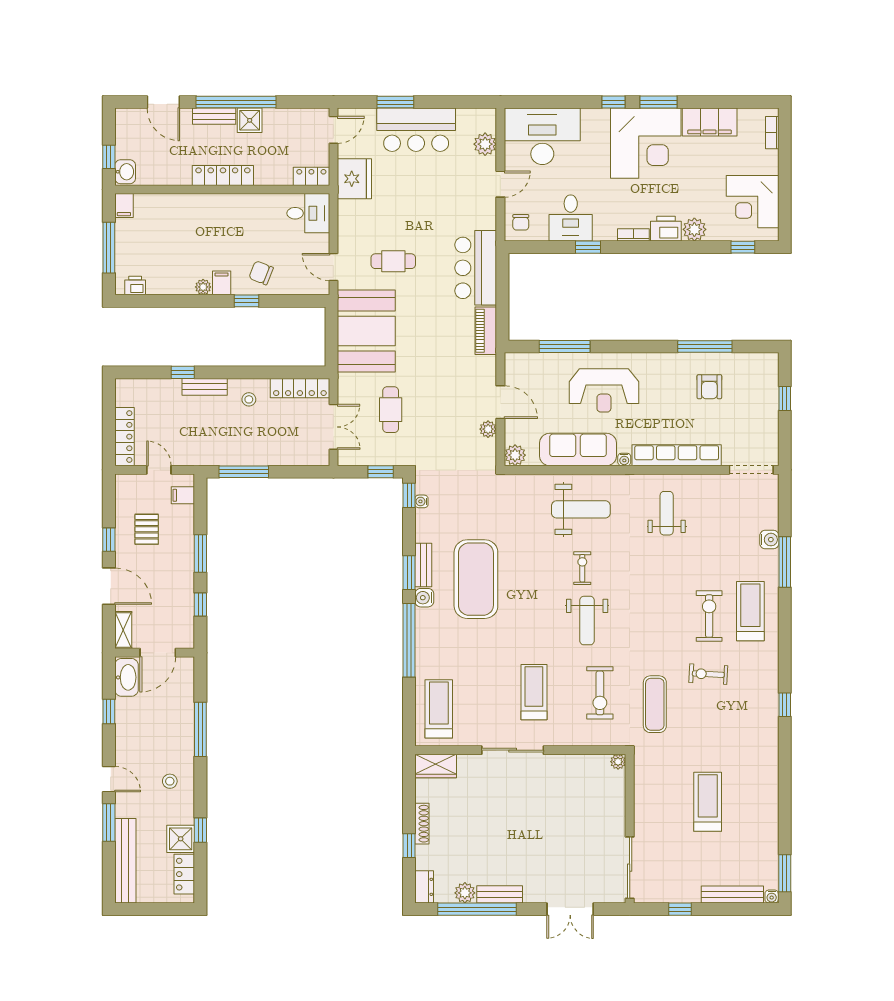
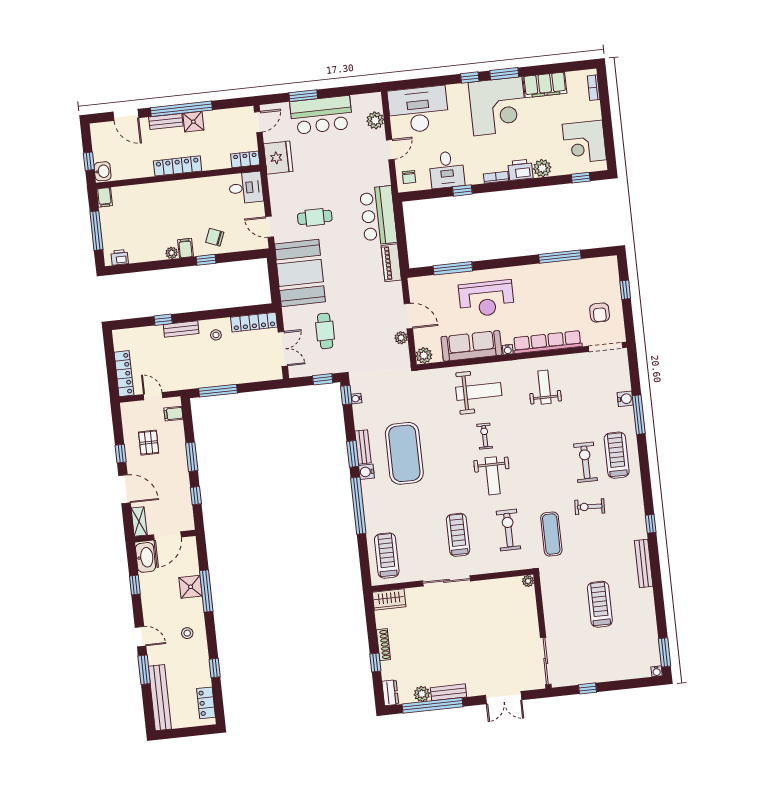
armchair: (709, 387) -> (600, 313), moved
exercise bike: (600, 693) -> (508, 530), turned 180
shower: (181, 839) -> (191, 587), moved
bench: (732, 894) -> (644, 563), moved, turned 90

